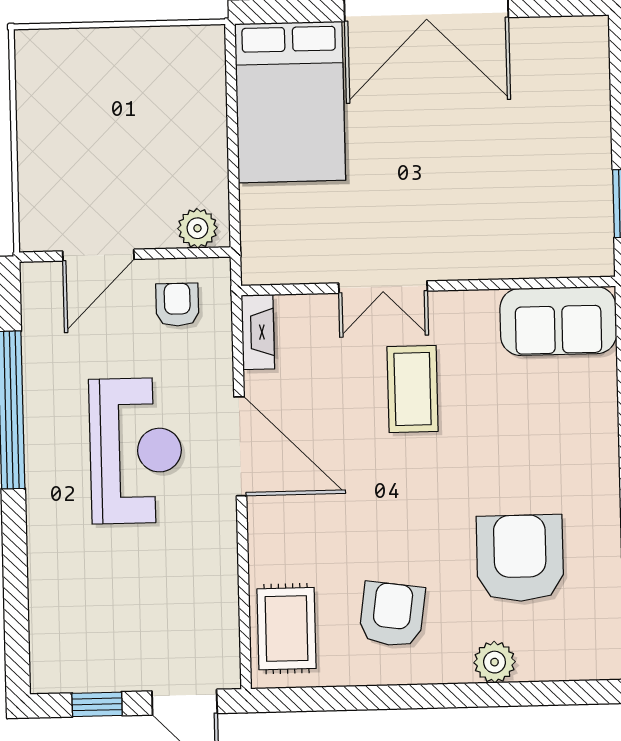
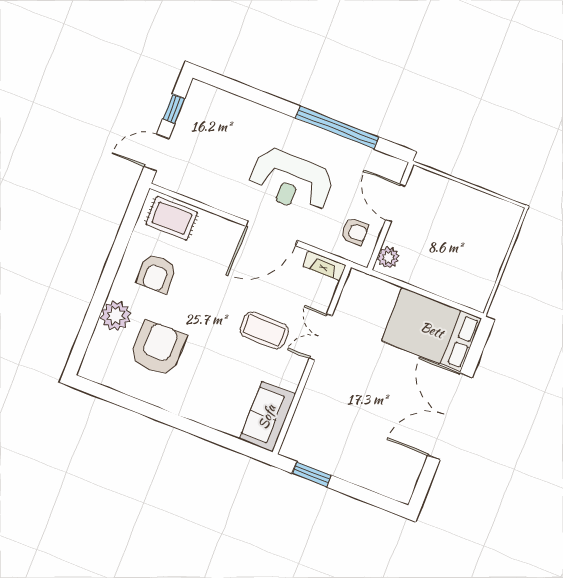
armchair: (520, 558) -> (158, 348), turned -90
armchair: (392, 614) -> (157, 273), turned 82
plant: (495, 662) -> (116, 316), width x1.36, depth x1.36

